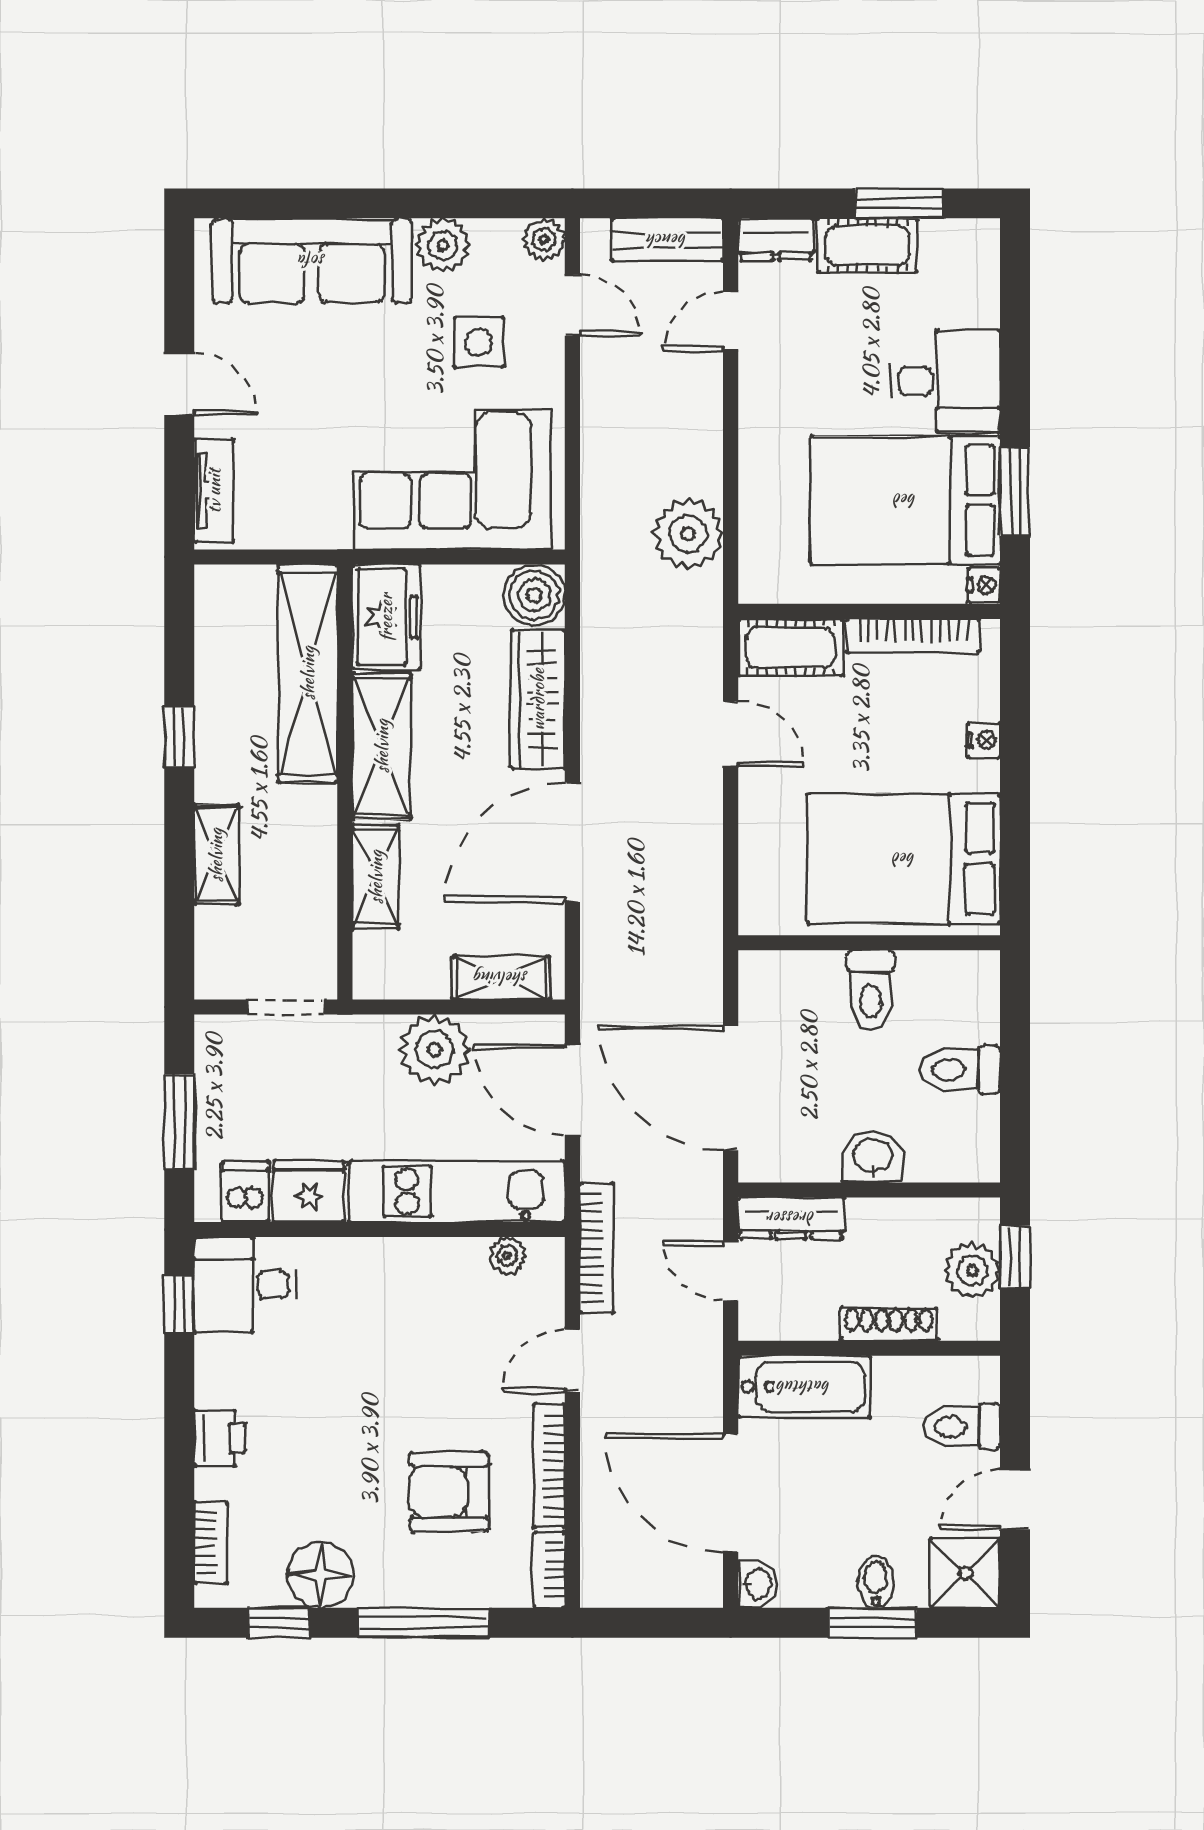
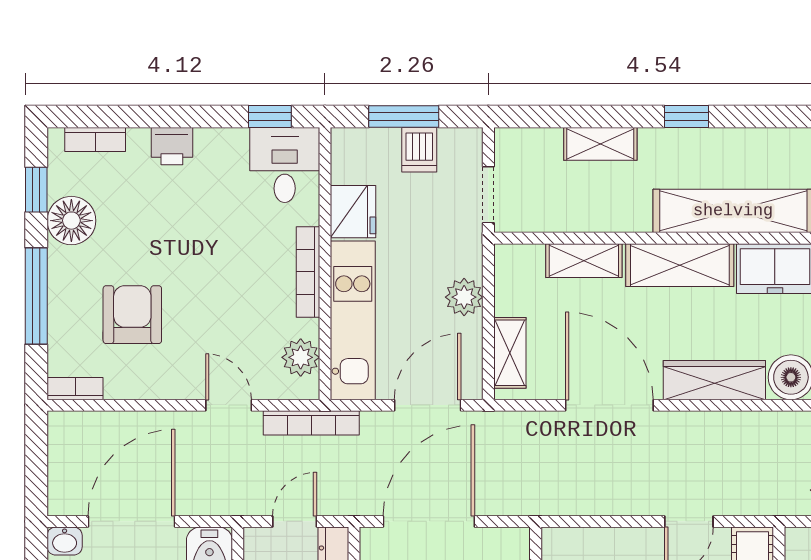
plant: (434, 1049) -> (464, 297), width x0.73, depth x0.73
dishwasher: (246, 1192) -> (419, 150), moved, turned 90
plant: (507, 1256) -> (301, 357), width x1.38, depth x1.38
bookcase: (549, 1466) -> (308, 272), moved, turned -90

